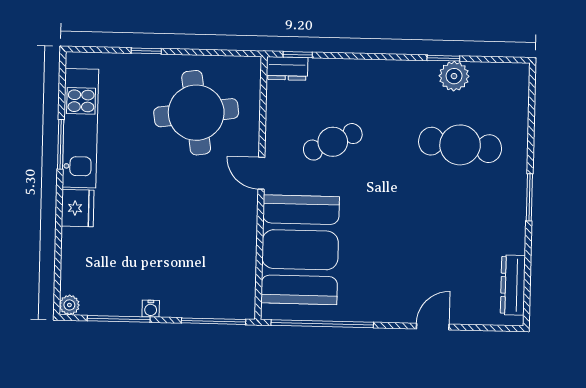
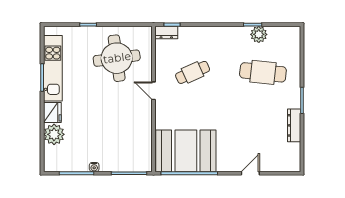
booth: (300, 250) -> (186, 151), moved, turned 90
dresser: (513, 285) -> (294, 125), moved
plant: (69, 305) -> (54, 134), moved, width x1.87, depth x1.87

